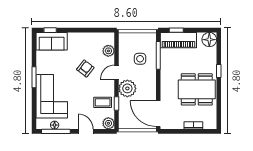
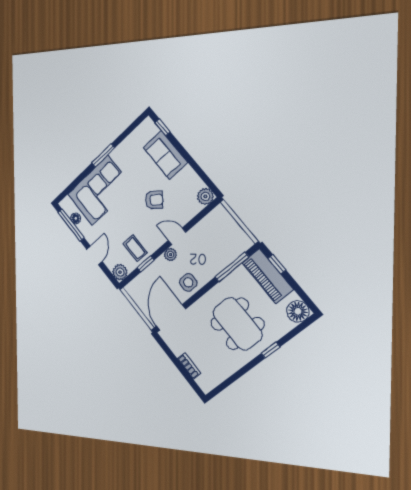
sofa: (52, 41) -> (165, 155), moved
plant: (108, 51) -> (205, 196), moved
side table: (140, 59) -> (188, 282), moved
plant: (127, 88) -> (170, 255), width x0.53, depth x0.53
dining table: (197, 89) -> (237, 324), moved

